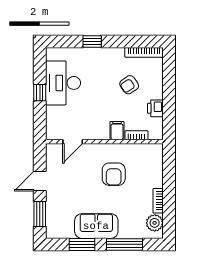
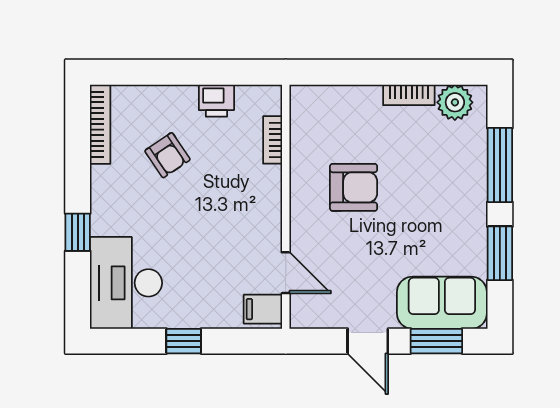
desk: (63, 83) -> (126, 283), moved, turned 90
filing cabinet: (117, 131) -> (263, 309), moved
sofa: (96, 226) -> (442, 303), moved, turned 90

